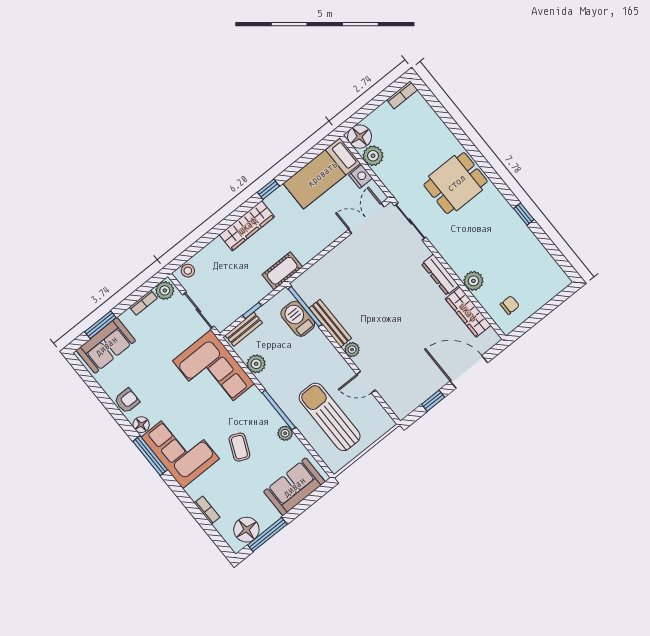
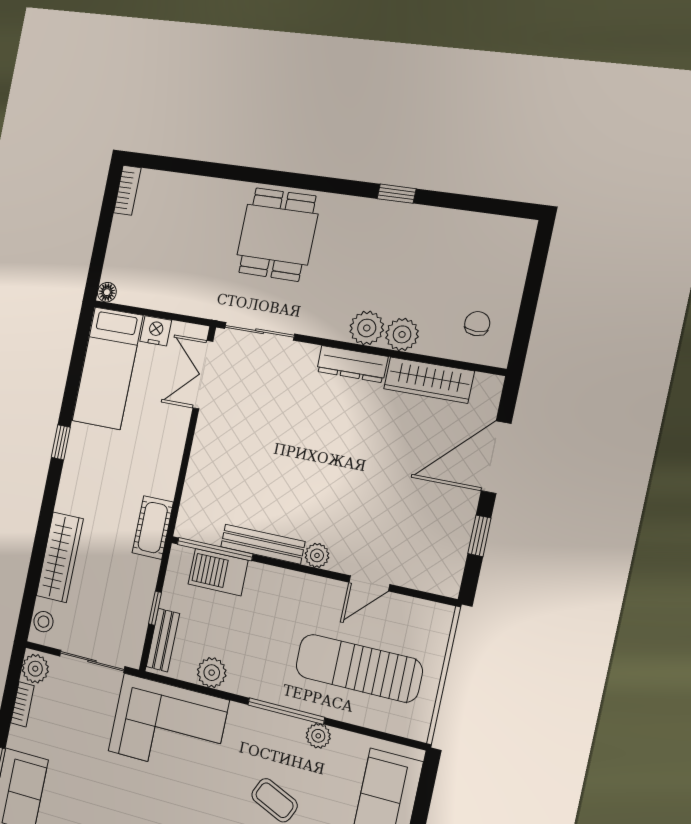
floor lamp: (360, 137) -> (107, 292), width x0.53, depth x0.53
plant: (373, 156) -> (367, 328), moved
wardrobe: (247, 226) -> (60, 557), moved

